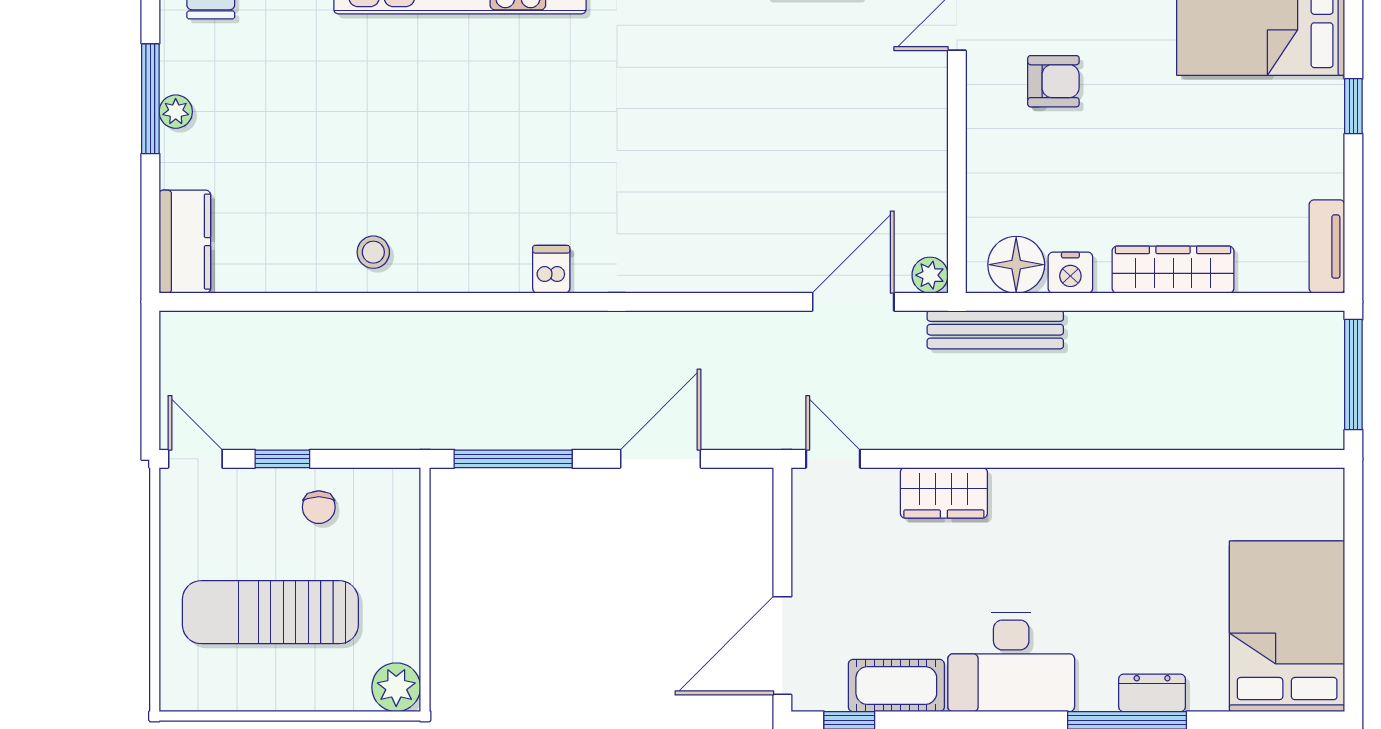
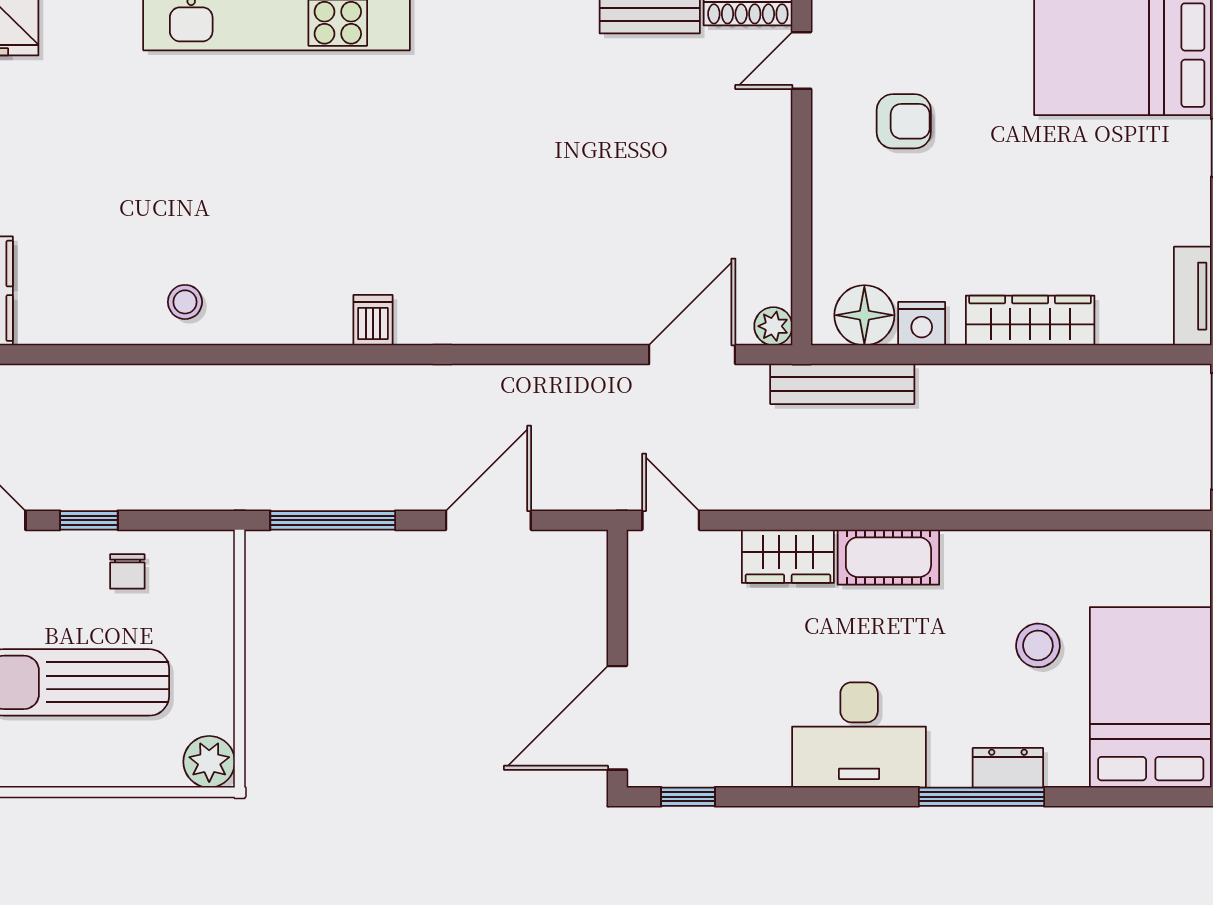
stool: (1180, 577) -> (1038, 645), added
cot: (896, 686) -> (888, 557), moved

